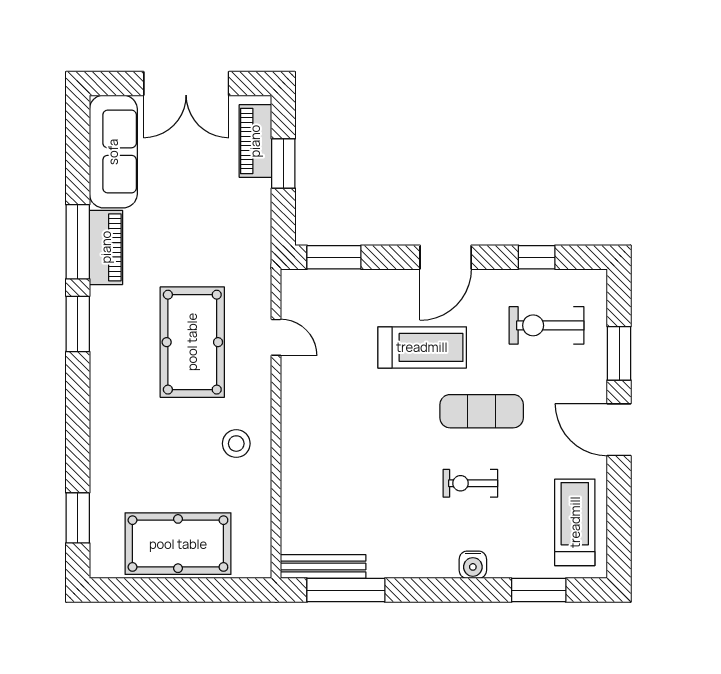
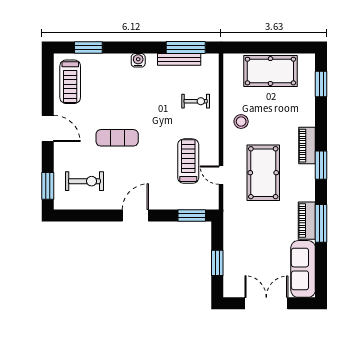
piano: (255, 141) -> (307, 146), moved, turned 180
window: (537, 257) -> (89, 216), removed
window: (78, 324) -> (321, 165), moved
treadmill: (422, 347) -> (188, 161), moved, turned 90
window: (619, 353) -> (48, 186), moved
exercise bike: (470, 483) -> (196, 101), moved
water cooler: (473, 565) -> (138, 60), moved
bench: (323, 567) -> (179, 59), moved

